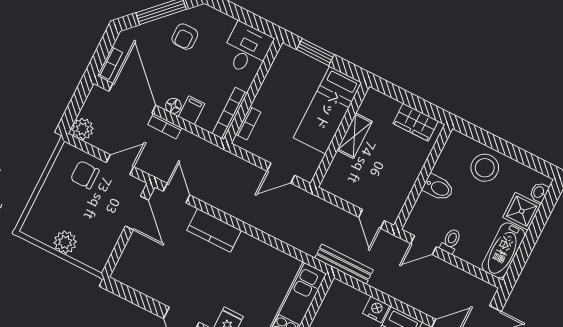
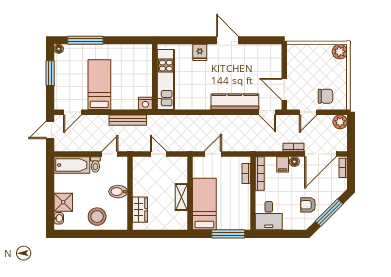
armchair: (185, 37) -> (308, 205), turned -90
window: (315, 52) -> (228, 234), width x1.44
door: (132, 98) -> (320, 154), hinge flipped
wardrobe: (416, 122) -> (140, 210), moved, turned 90
door: (371, 219) -> (158, 154), moved
kitchen counter: (214, 230) -> (235, 102), width x1.50
plant: (65, 242) -> (340, 52), moved
bathtub: (503, 250) -> (72, 165), moved, turned 90
bench: (344, 264) -> (128, 120), moved
nightstand: (376, 309) -> (145, 103), moved

